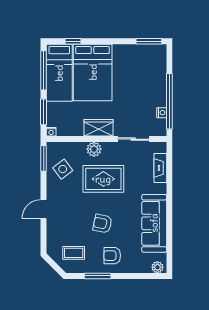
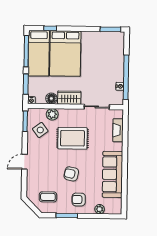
floor lamp: (76, 129) -> (51, 98), added
plant: (94, 149) -> (52, 114), moved
plant: (157, 267) -> (100, 209), moved

